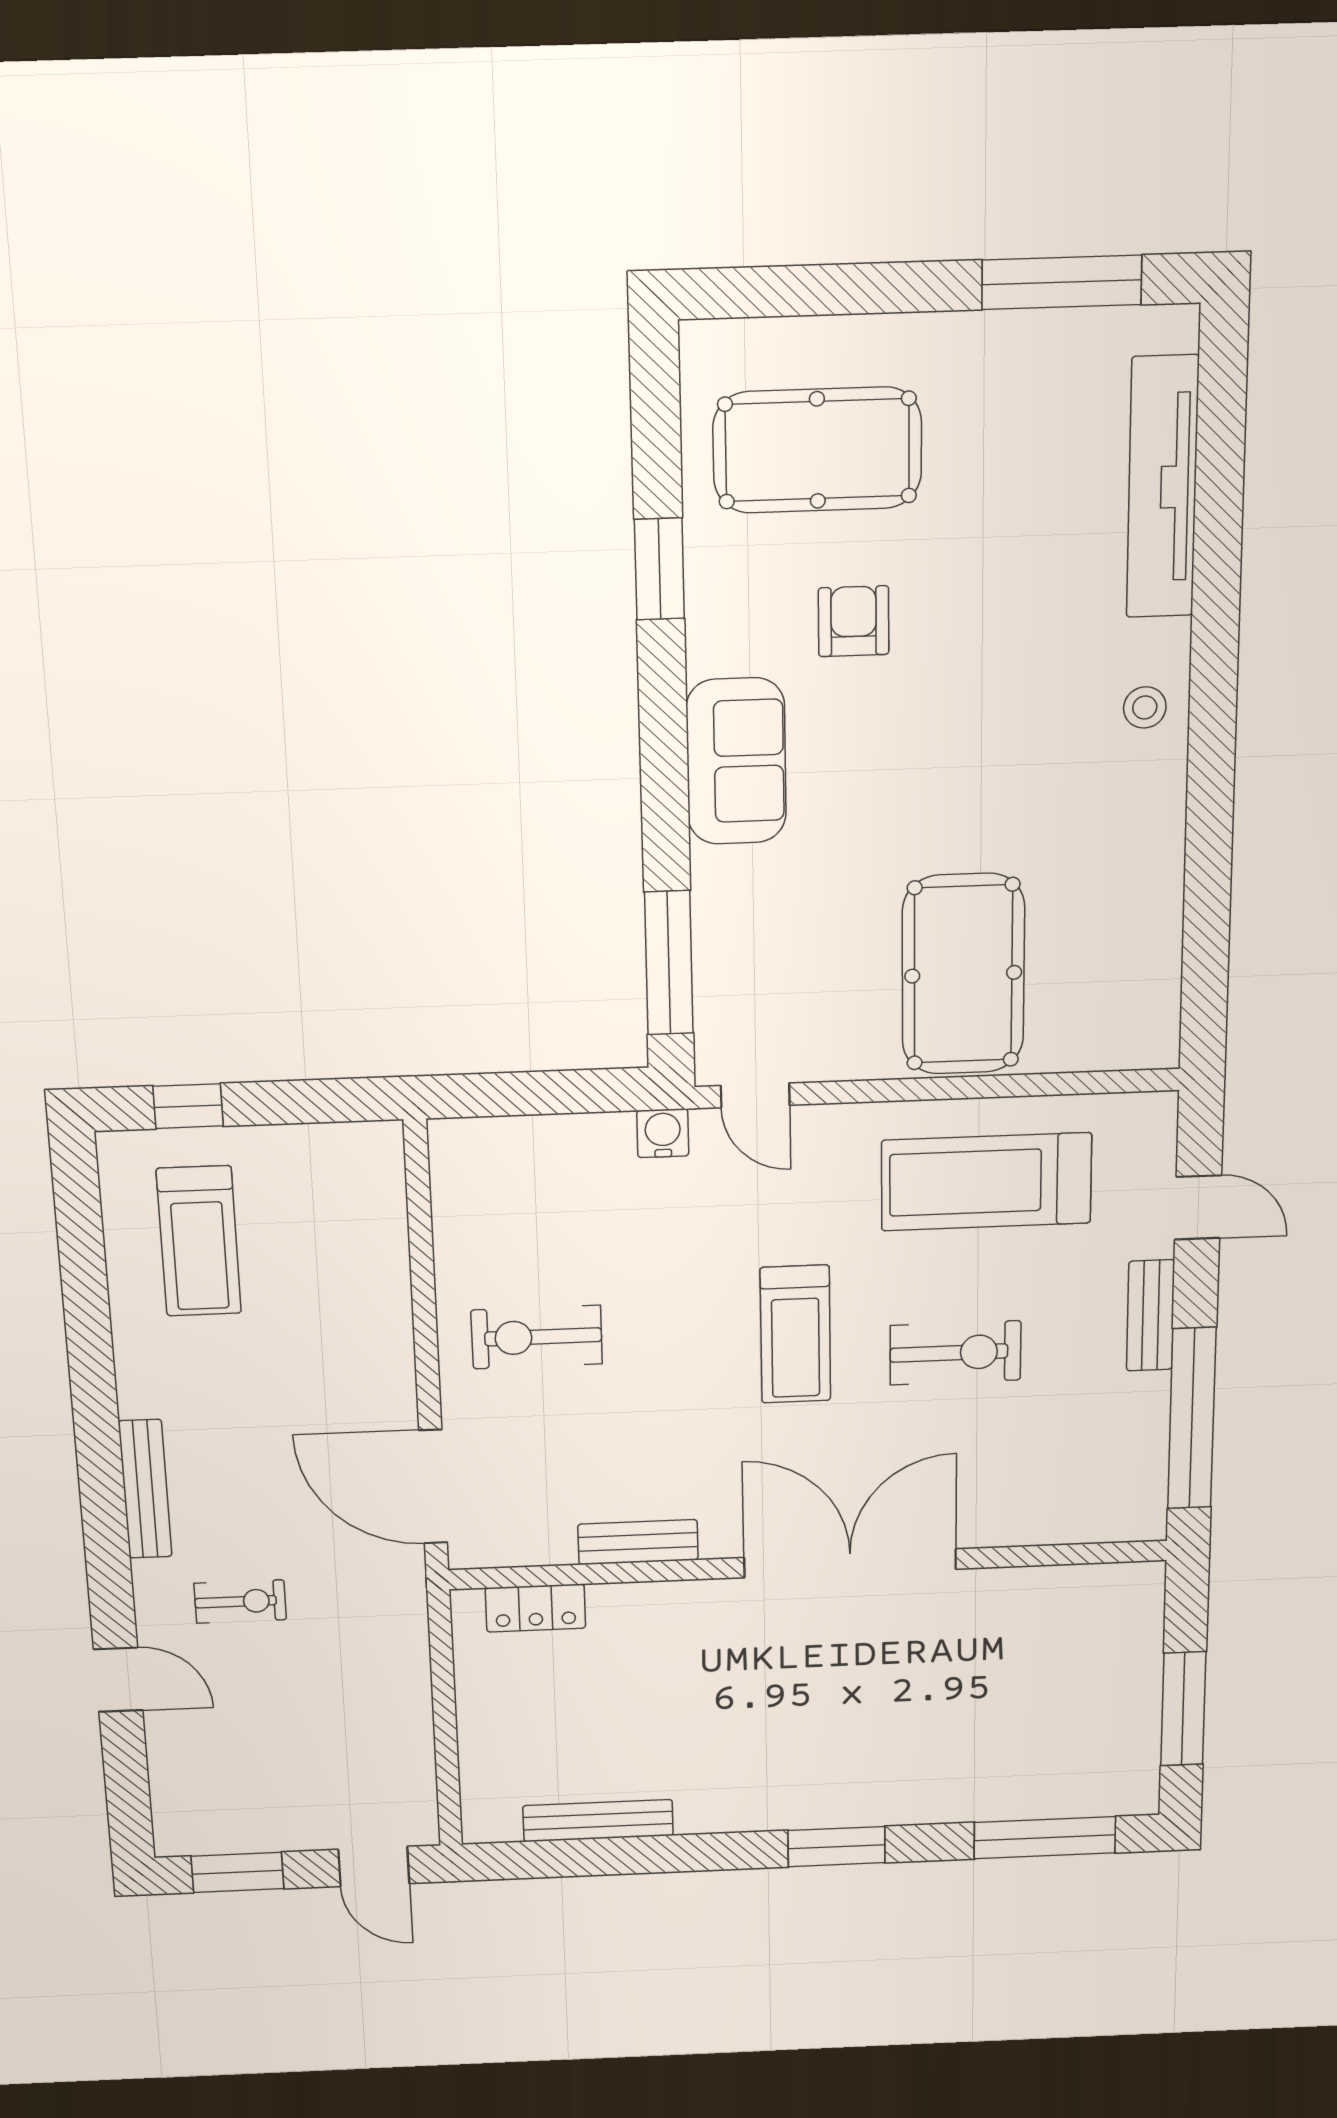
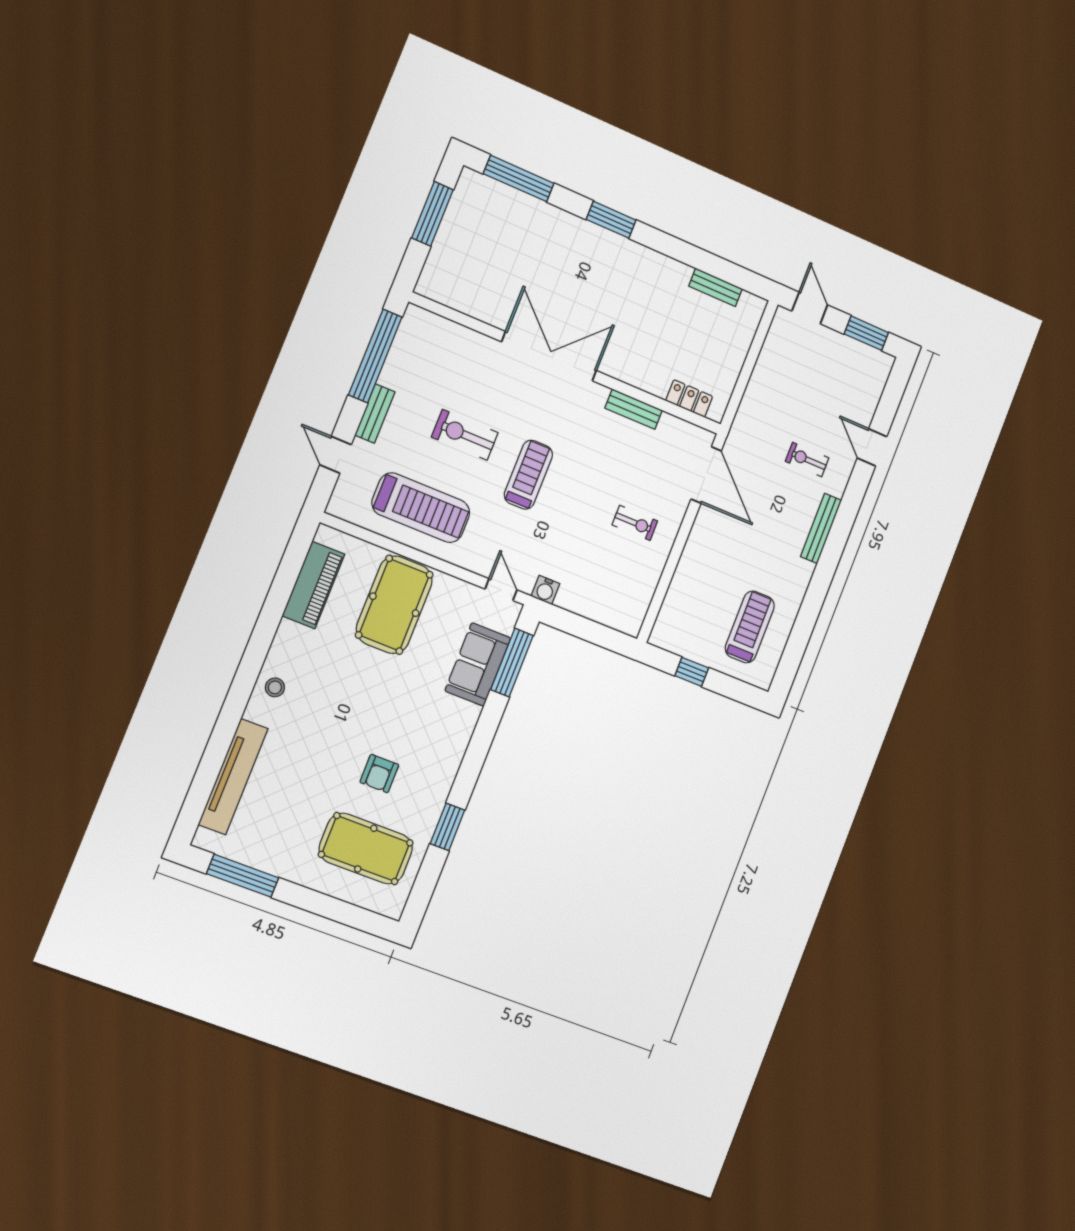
sofa: (736, 761) -> (478, 664), moved
piano: (1145, 943) -> (313, 585), added
window: (188, 1106) -> (692, 672), moved
exercise bike: (537, 1337) -> (635, 523), width x0.73, depth x0.72
double door: (850, 1563) -> (549, 356), swing flipped
bench: (598, 1821) -> (716, 287), width x0.73

